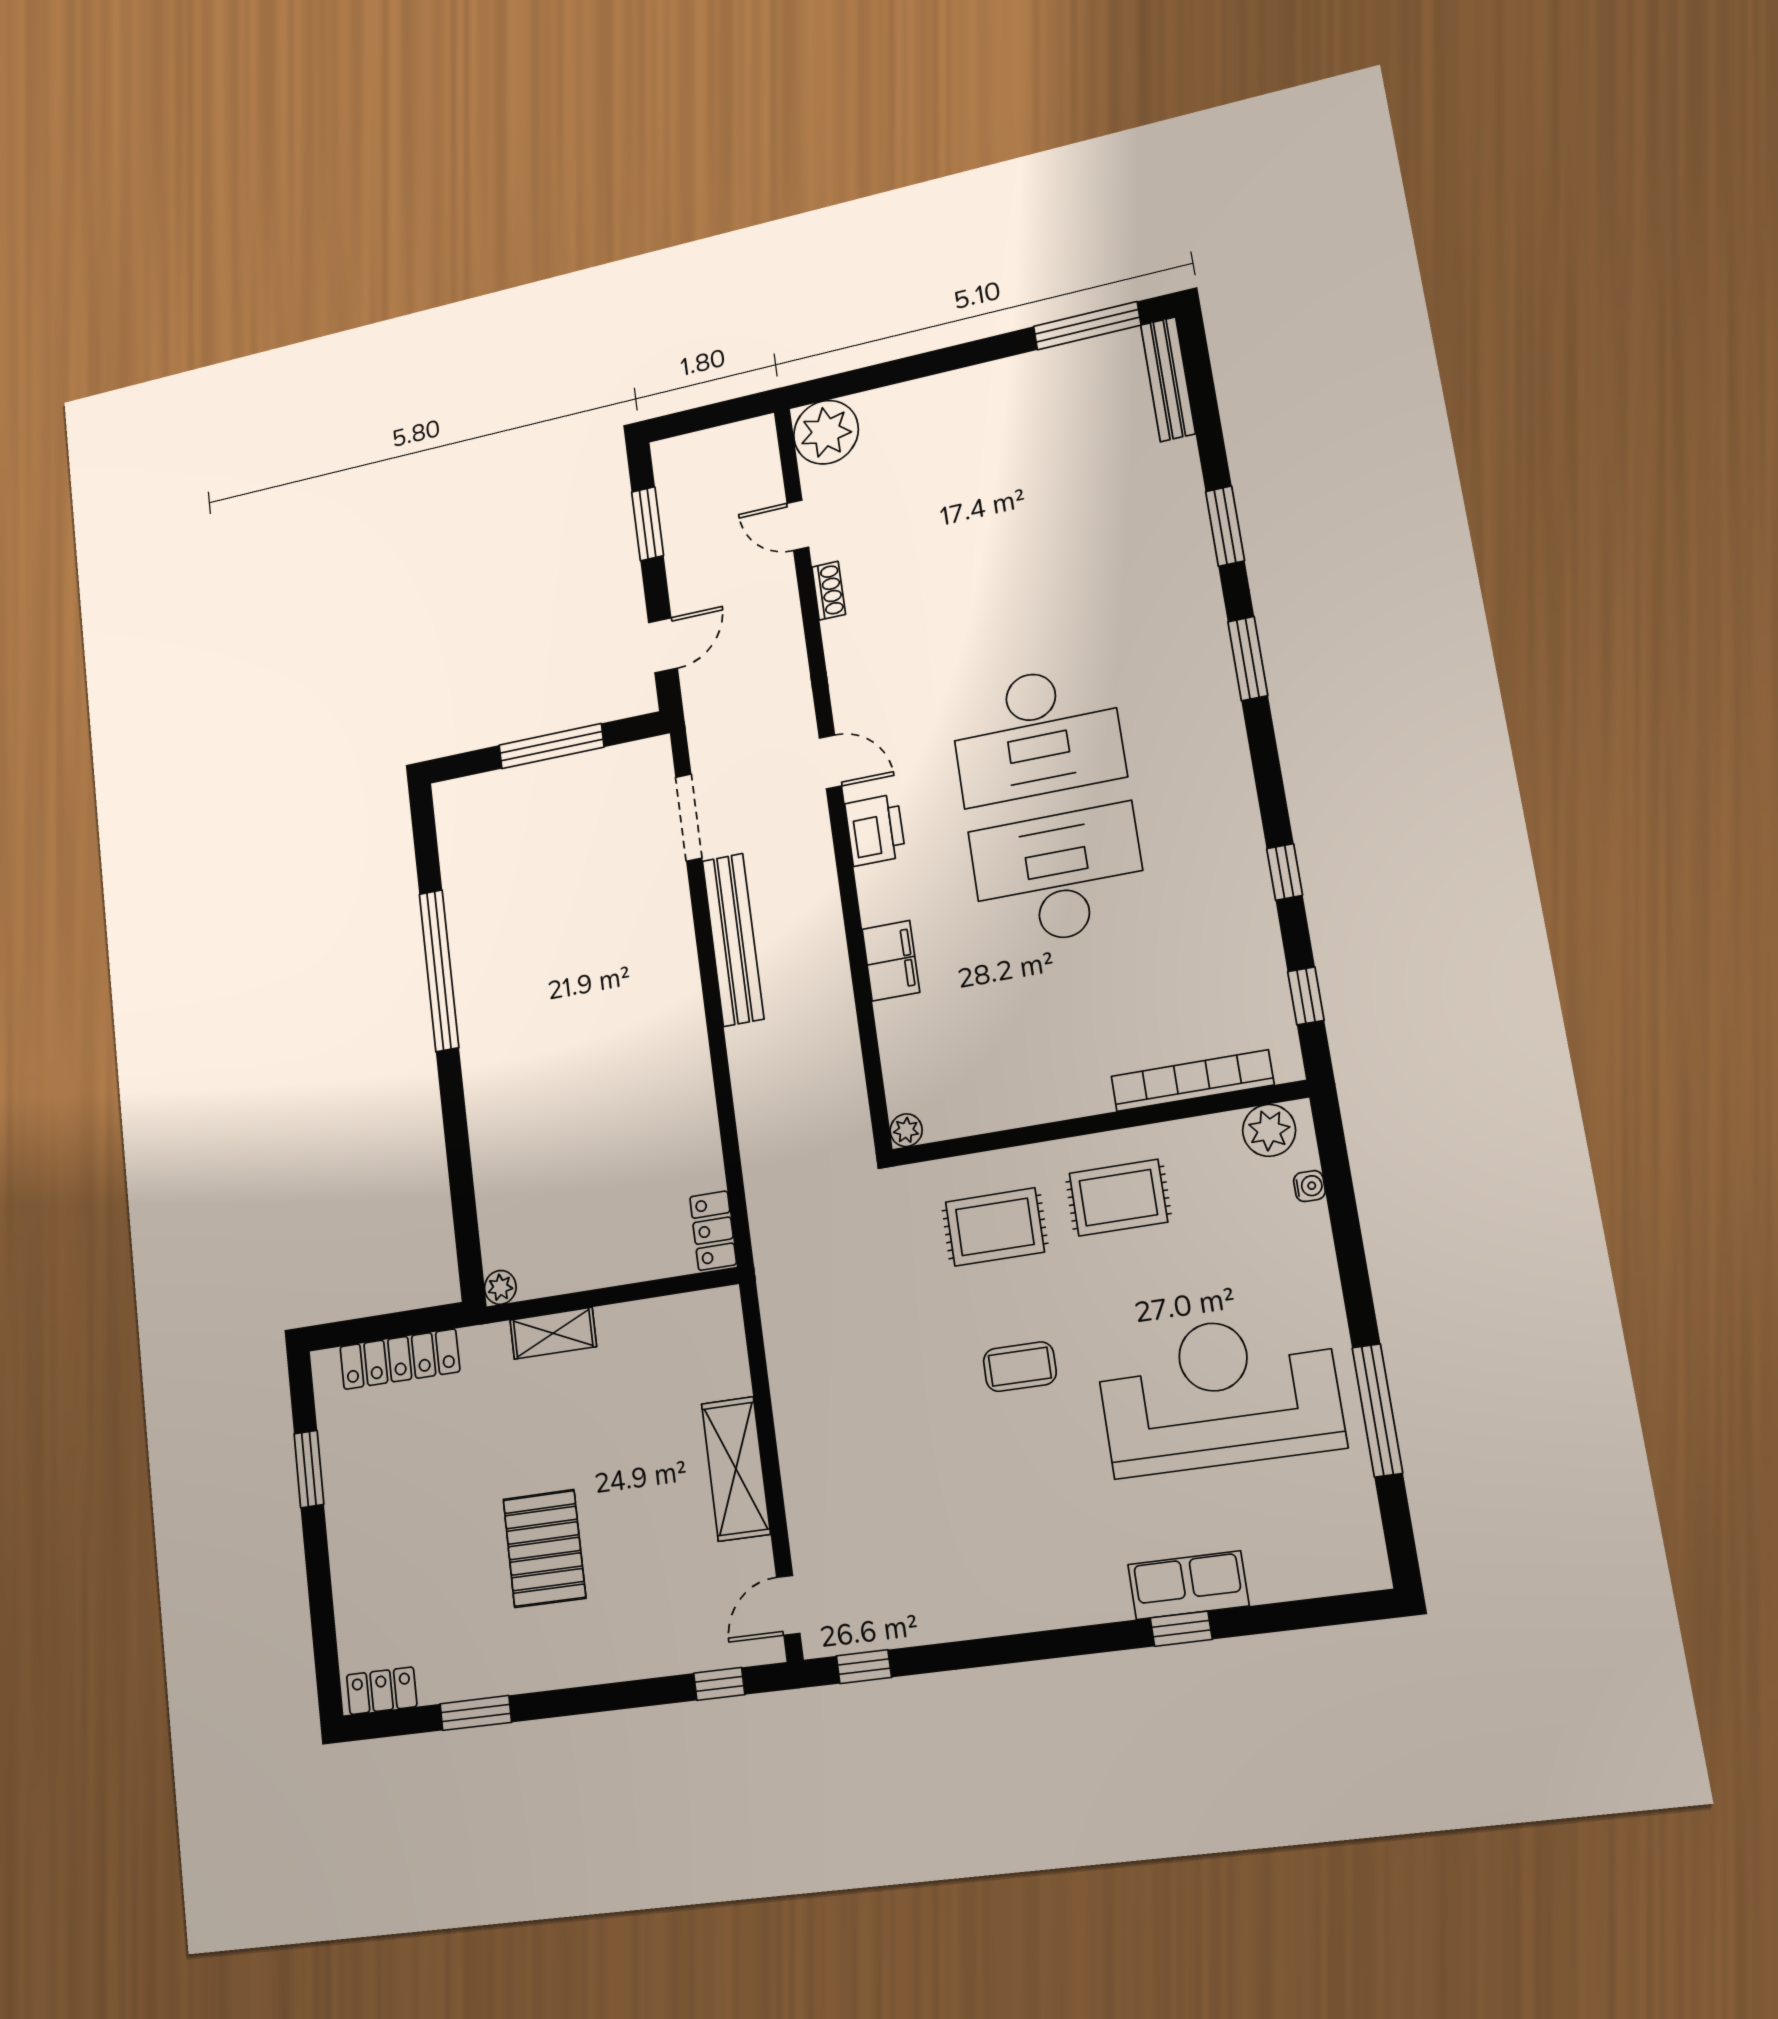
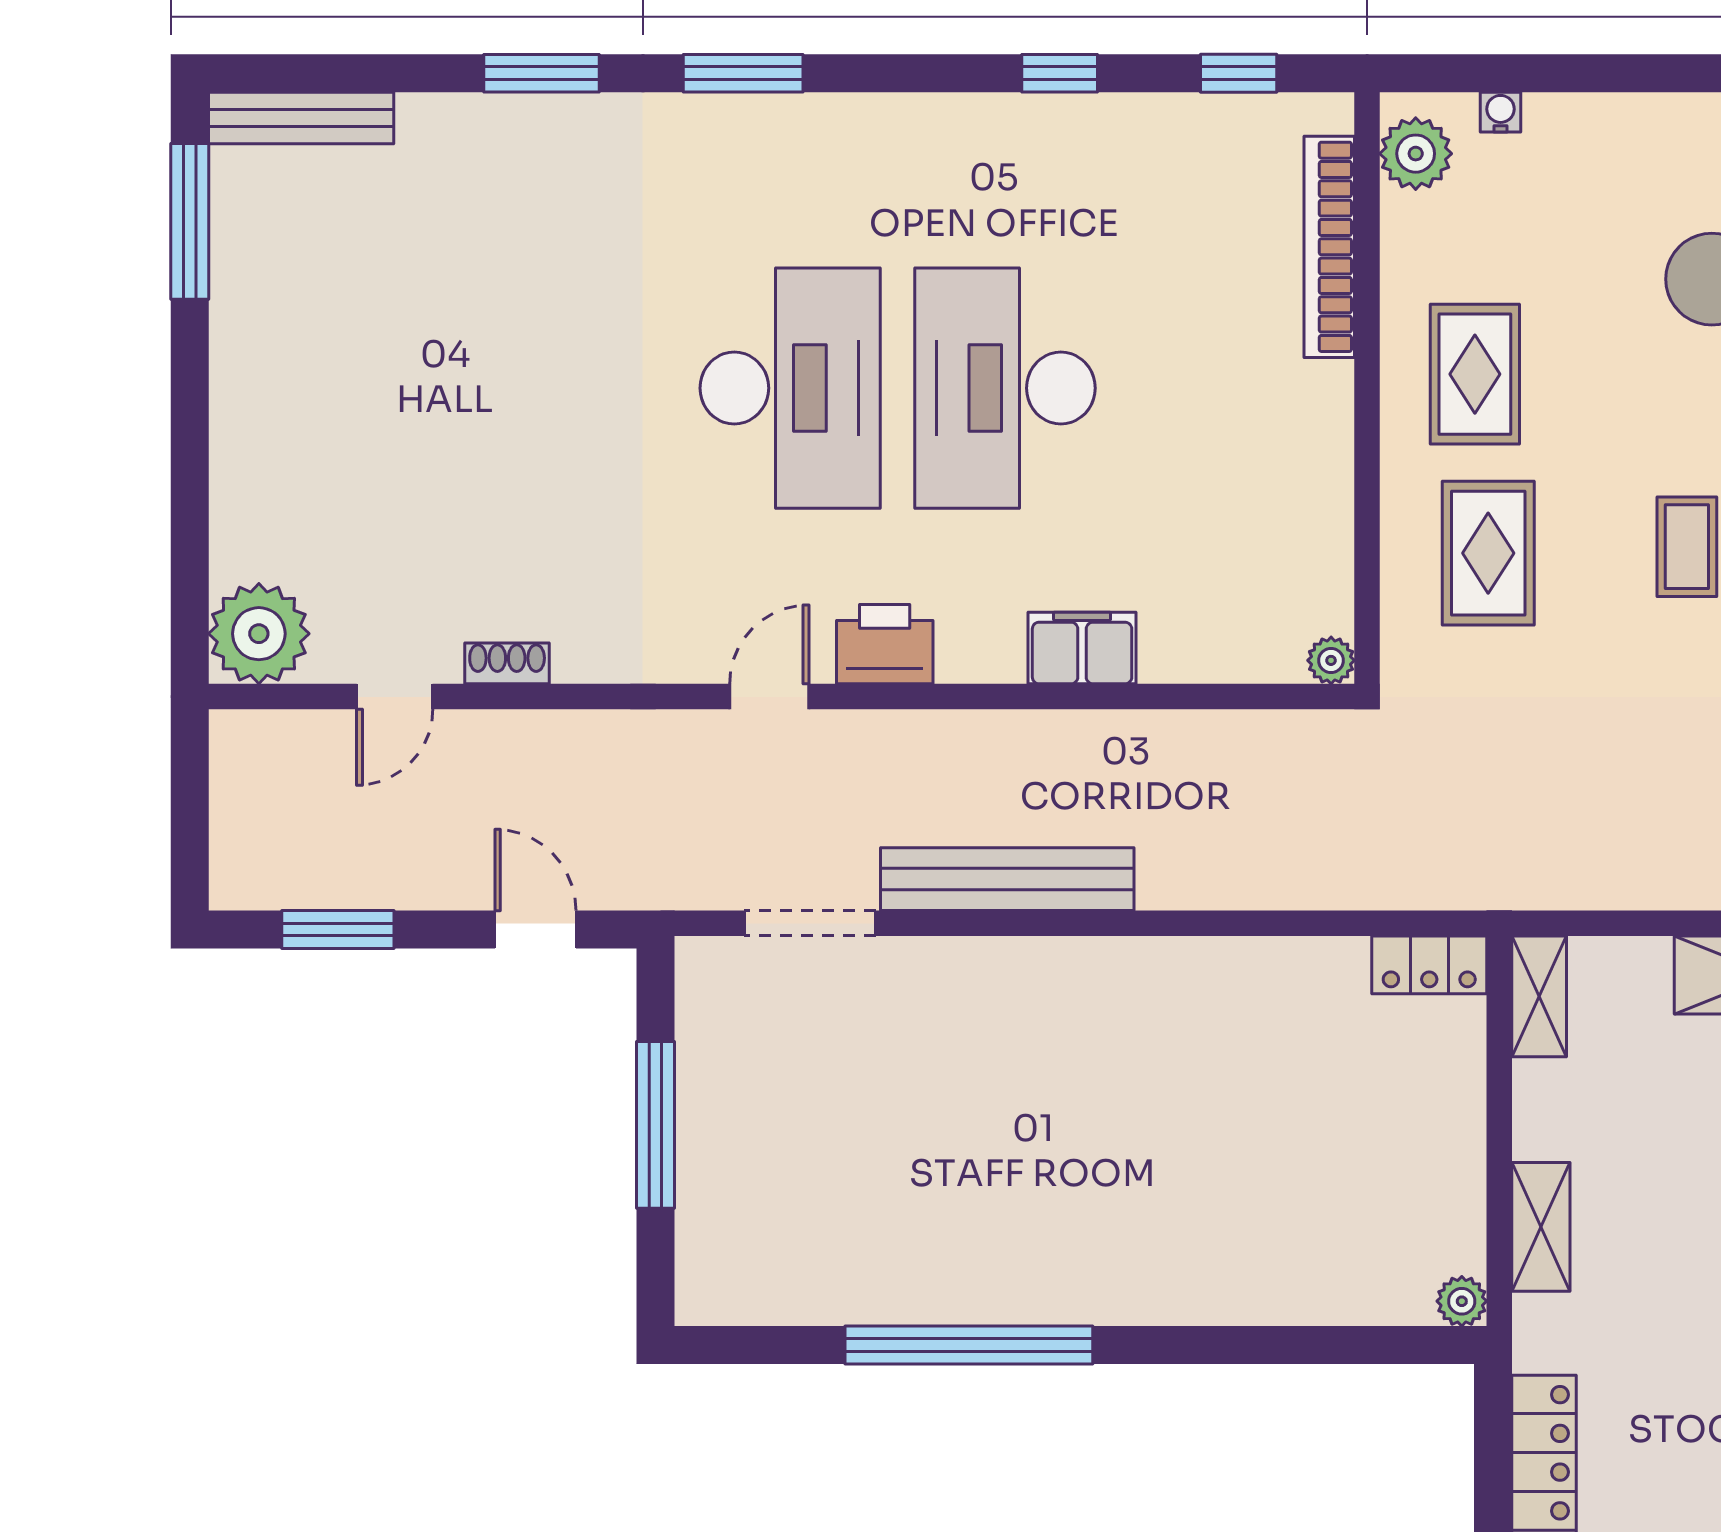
shelving: (702, 1309) -> (1539, 996), added

